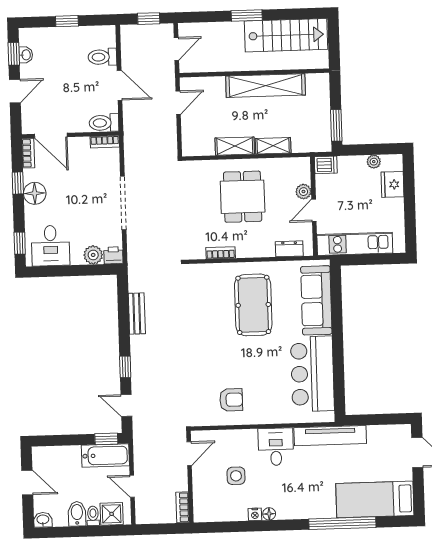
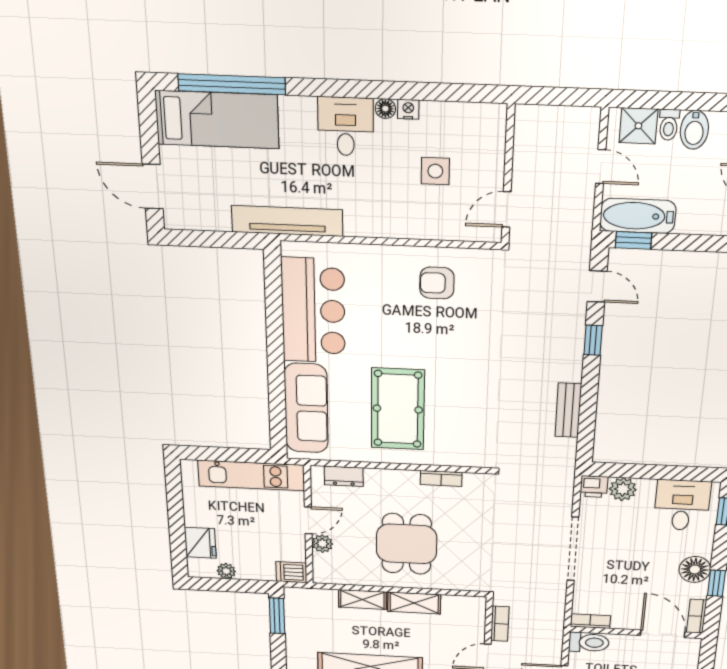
desk: (276, 447) -> (346, 127), moved, turned 180
bookcase: (182, 507) -> (500, 624), moved
window: (342, 523) -> (232, 84), moved

